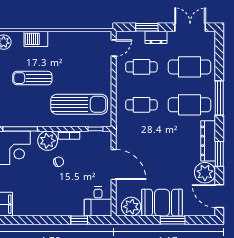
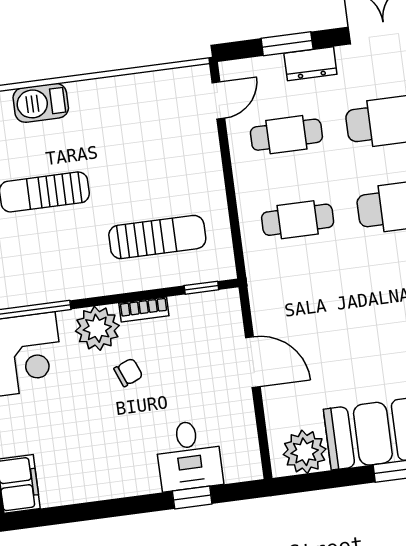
sun lounger: (79, 104) -> (157, 237), width x0.73, depth x0.75
door: (114, 164) -> (253, 362), width x0.73
desk: (98, 202) -> (189, 455), moved

